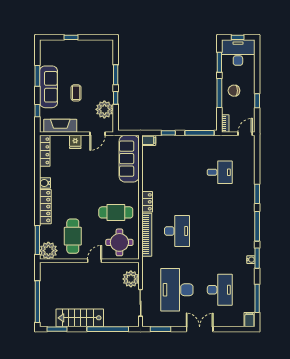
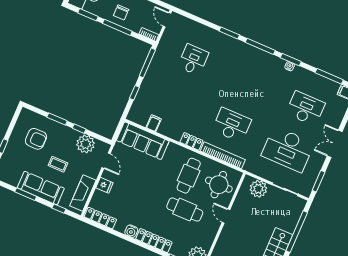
armchair: (90, 64) -> (36, 139), added
filing cabinet: (149, 140) -> (154, 123), moved
cafe table: (73, 236) -> (185, 210), moved

